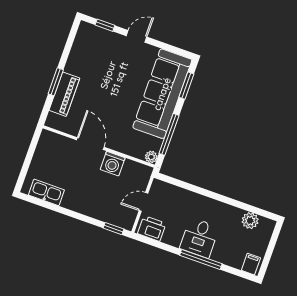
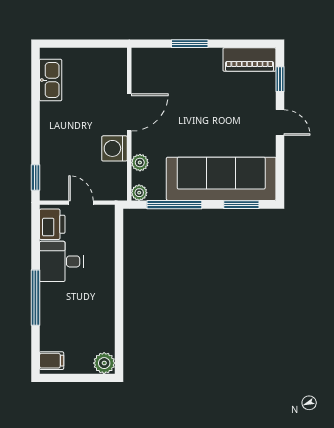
piano: (64, 94) -> (250, 60), moved
plant: (129, 149) -> (140, 163), added
plant: (250, 221) -> (104, 363), moved
desk: (199, 238) -> (61, 261), moved

